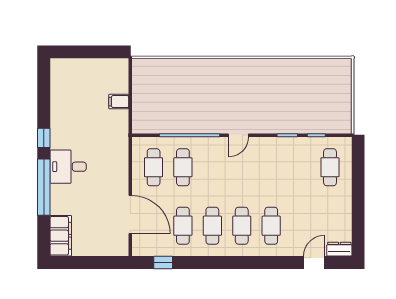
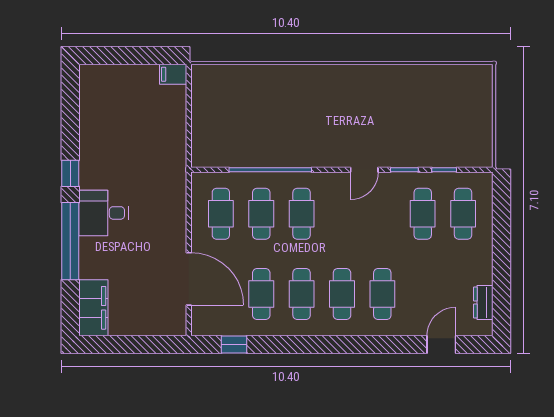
filing cabinet: (119, 102) -> (173, 74), moved
door: (238, 135) -> (364, 170), moved
cafe table: (212, 167) -> (302, 214), added
cafe table: (301, 167) -> (423, 214), added
dresser: (339, 249) -> (483, 302), moved, turned -90

